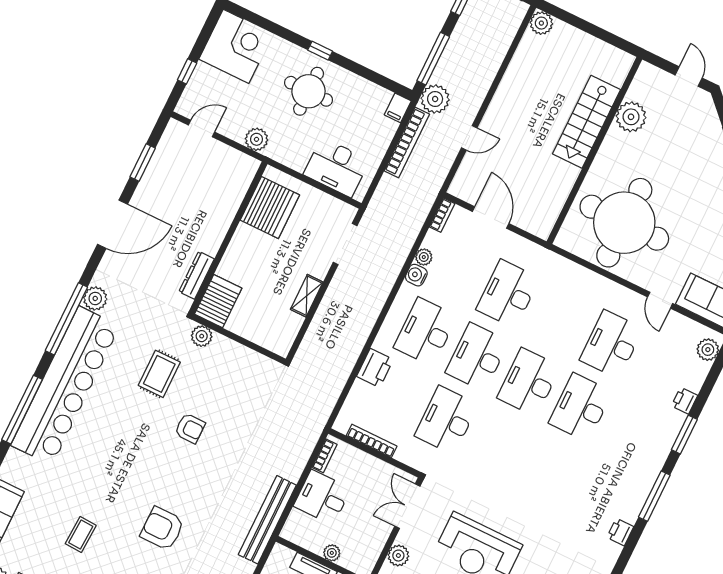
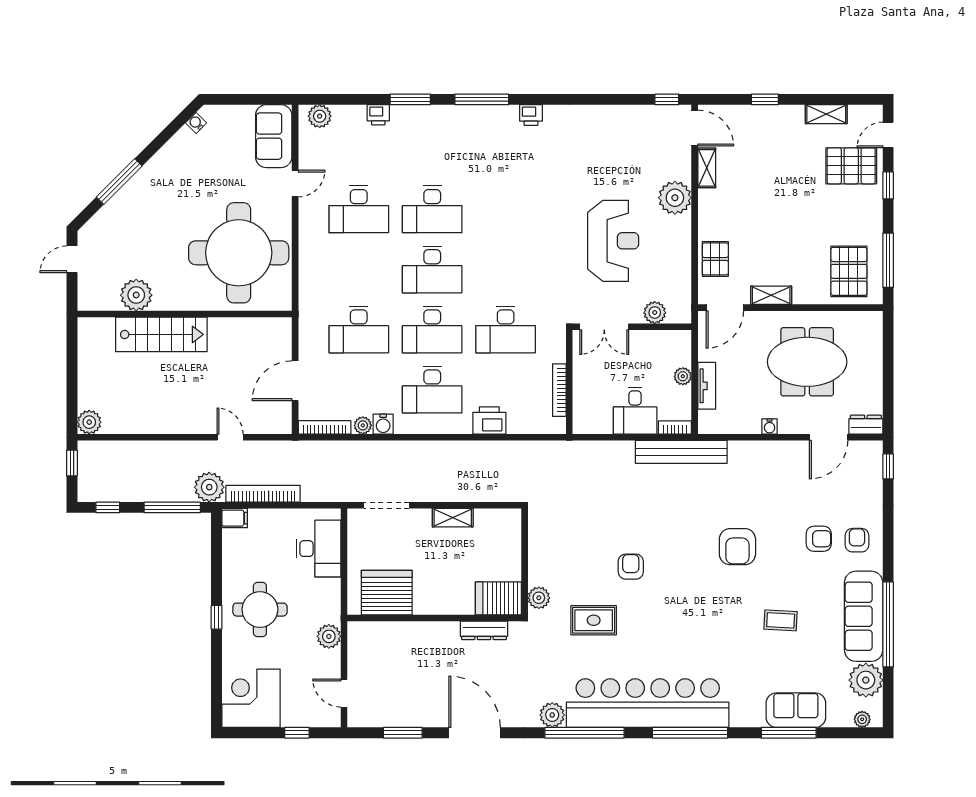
bookcase: (442, 215) -> (325, 427), width x1.56
bookcase: (325, 456) -> (675, 427), moved

